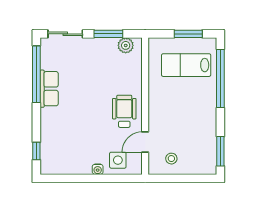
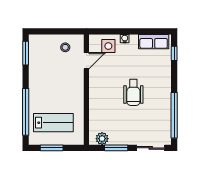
row of seats: (49, 89) -> (154, 42), moved, turned -90
wheelchair: (124, 111) -> (133, 92), moved

